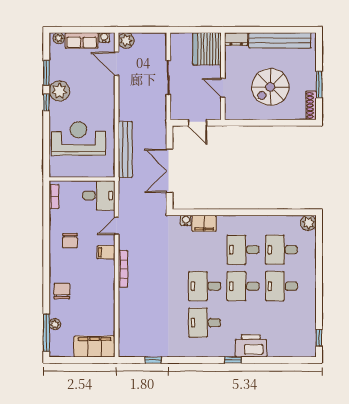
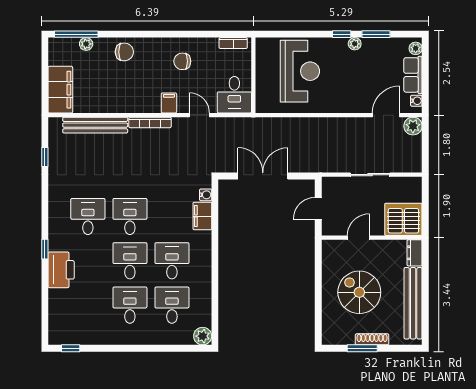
plant: (59, 91) -> (355, 44), width x0.53, depth x0.53
shoe rack: (311, 105) -> (372, 339), moved
bench: (125, 150) -> (95, 125), moved

